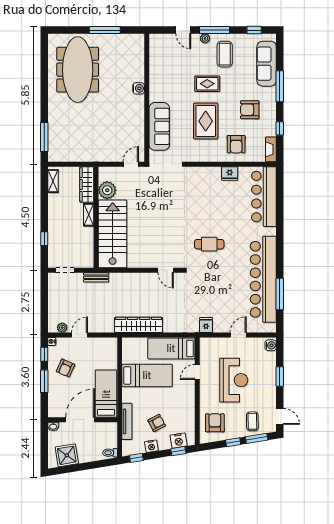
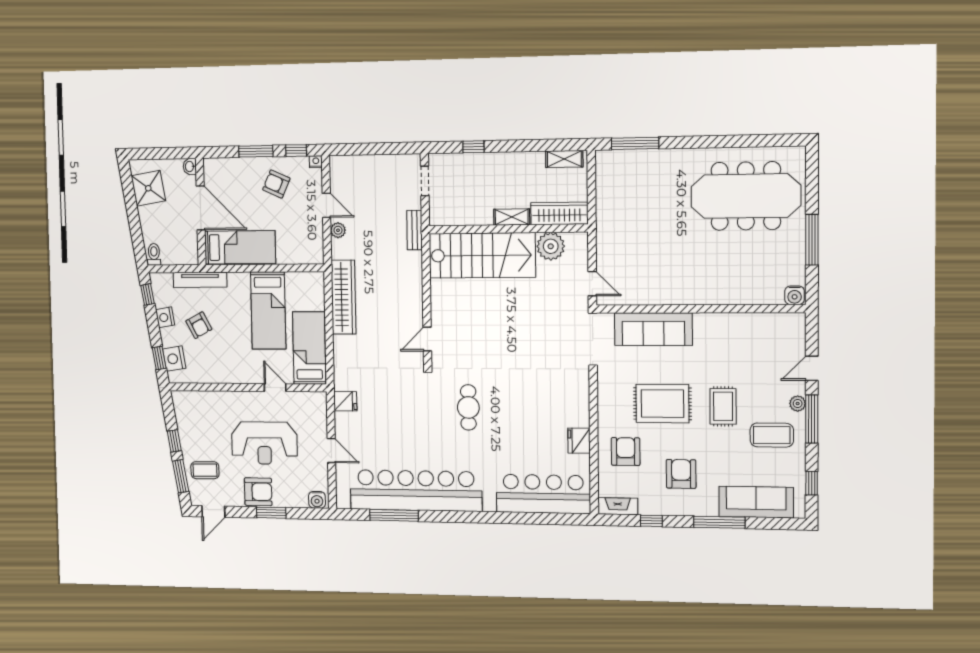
water cooler: (139, 88) -> (795, 295), moved
armchair: (236, 144) -> (626, 452), turned 90
plant: (62, 328) -> (338, 230), moved
armchair: (215, 423) -> (258, 492), moved

